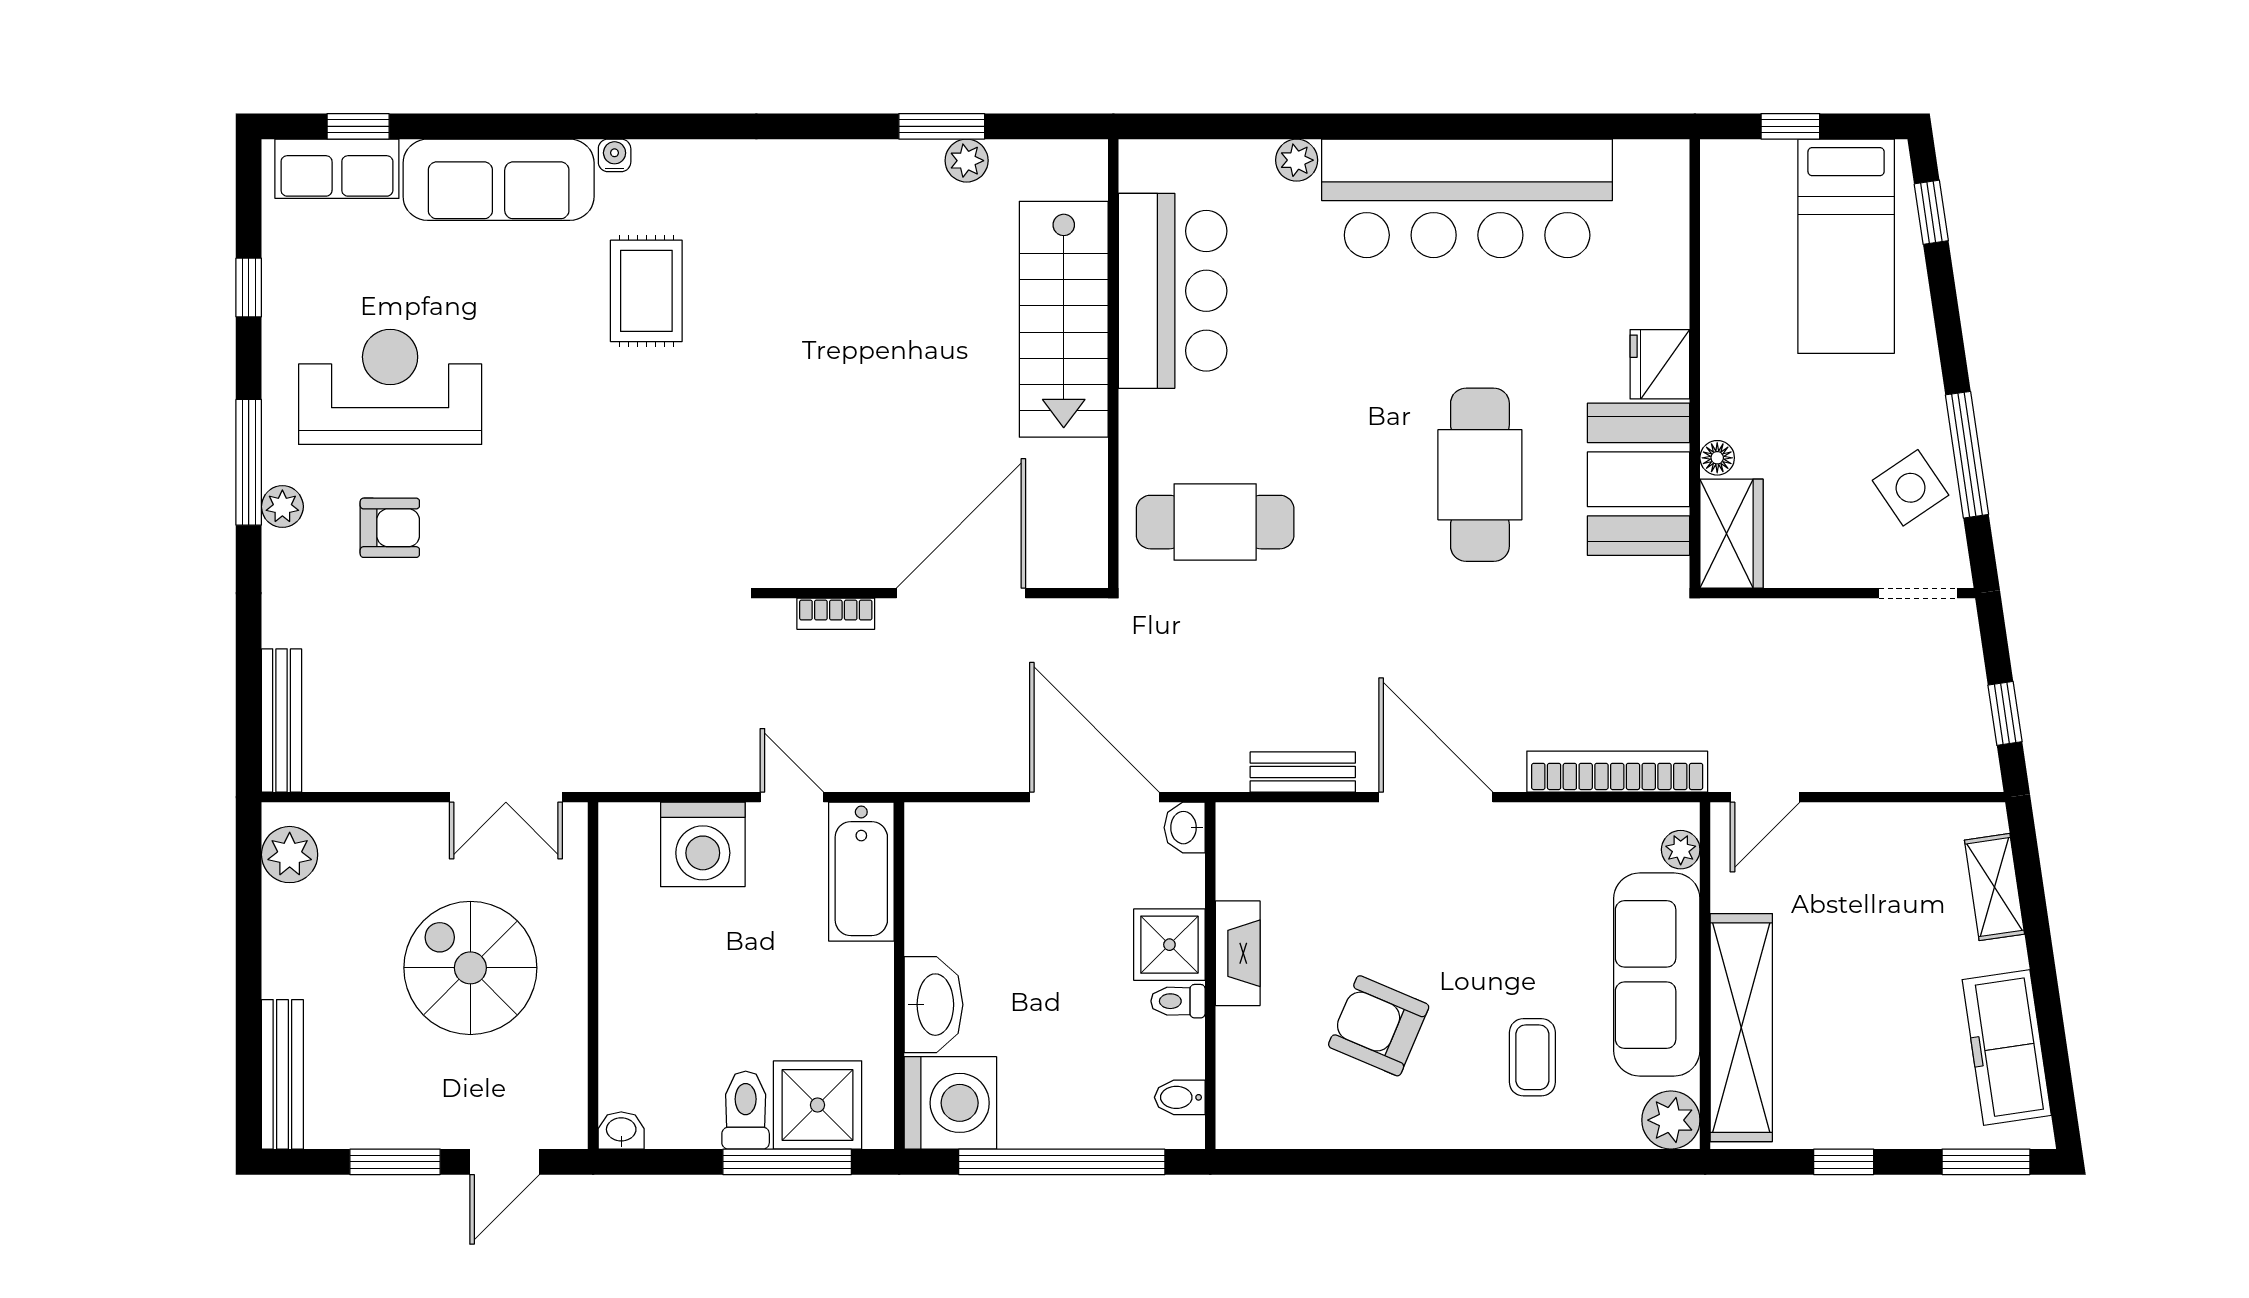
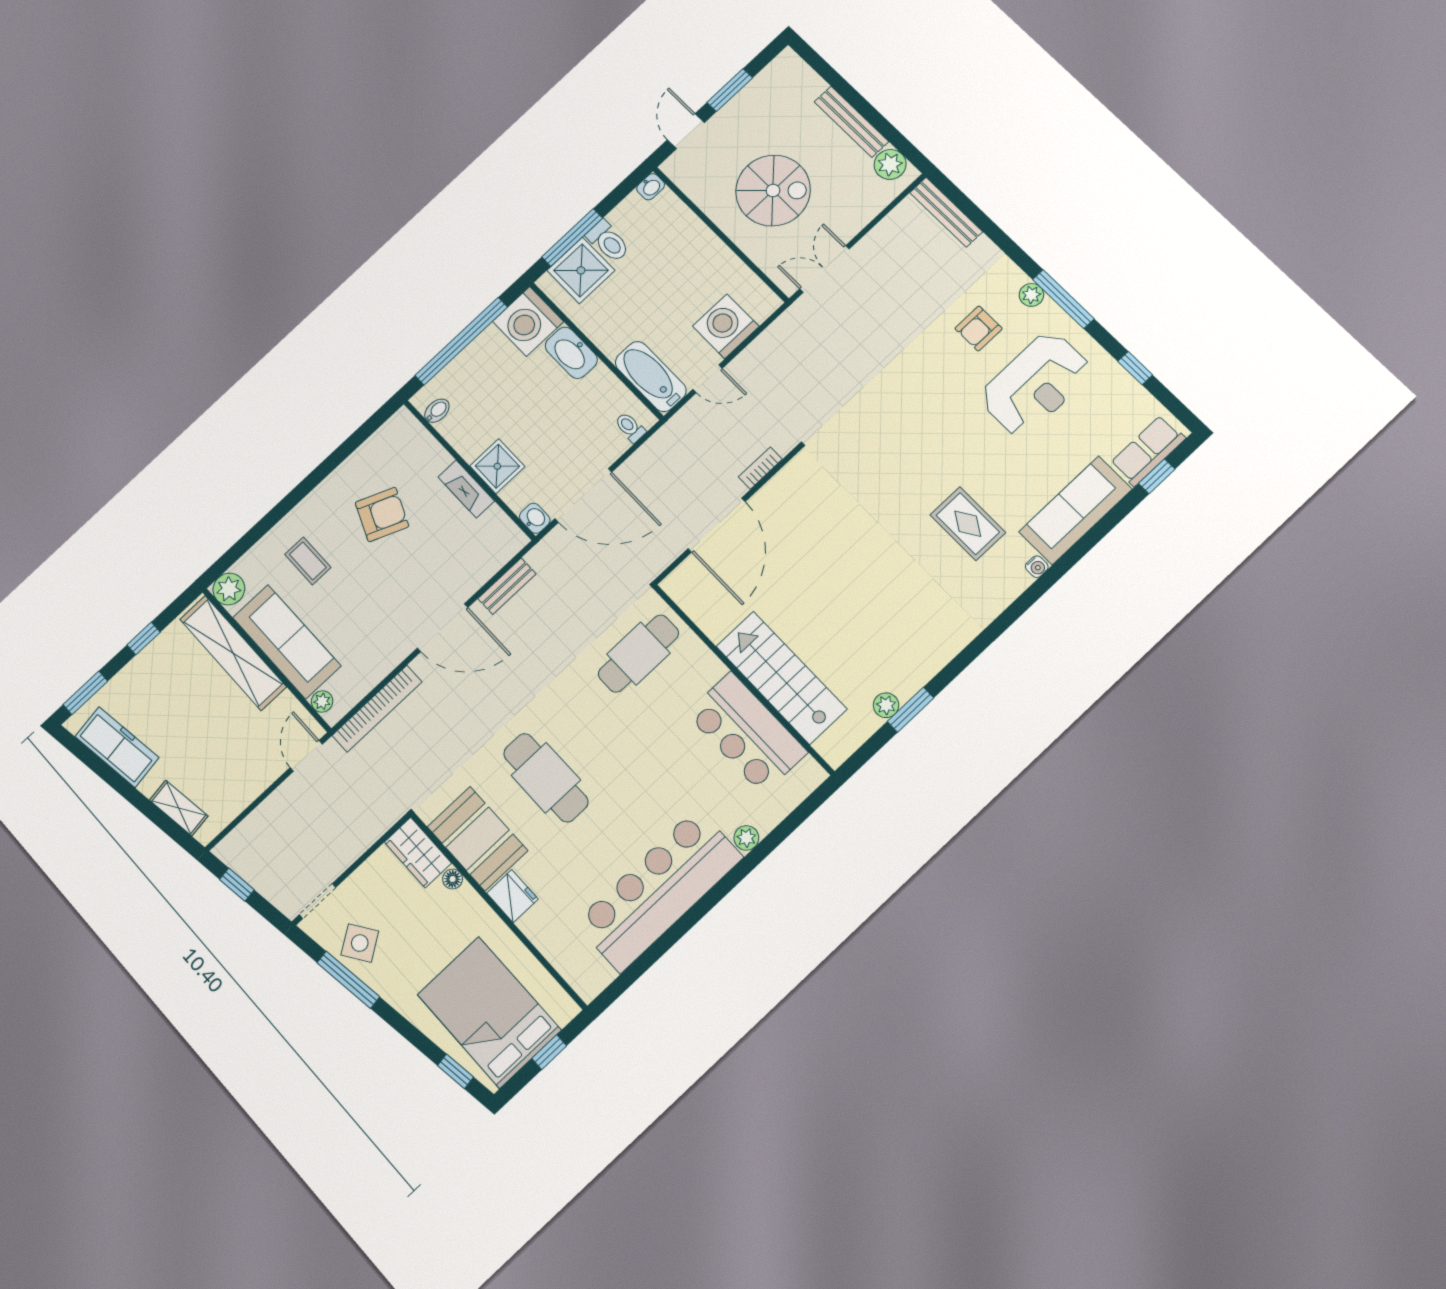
bed: (1846, 246) -> (489, 1012), width x1.50
toilet: (1178, 1001) -> (630, 427), moved, turned -90
bench: (282, 1074) -> (851, 122), moved

